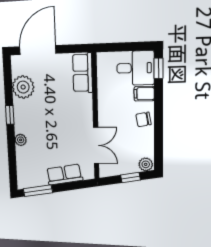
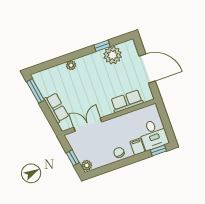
door: (38, 50) -> (147, 68), moved
row of seats: (83, 73) -> (127, 101), moved
window: (10, 115) -> (102, 46), moved
double door: (96, 145) -> (88, 125), swing flipped

